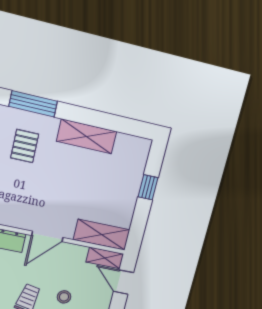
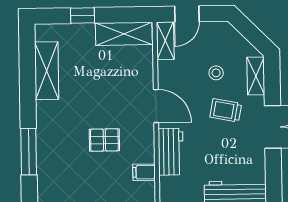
shelving: (87, 136) -> (47, 71), moved
pallet: (25, 146) -> (104, 140), moved
shelving: (102, 235) -> (124, 34), moved, turned 90

